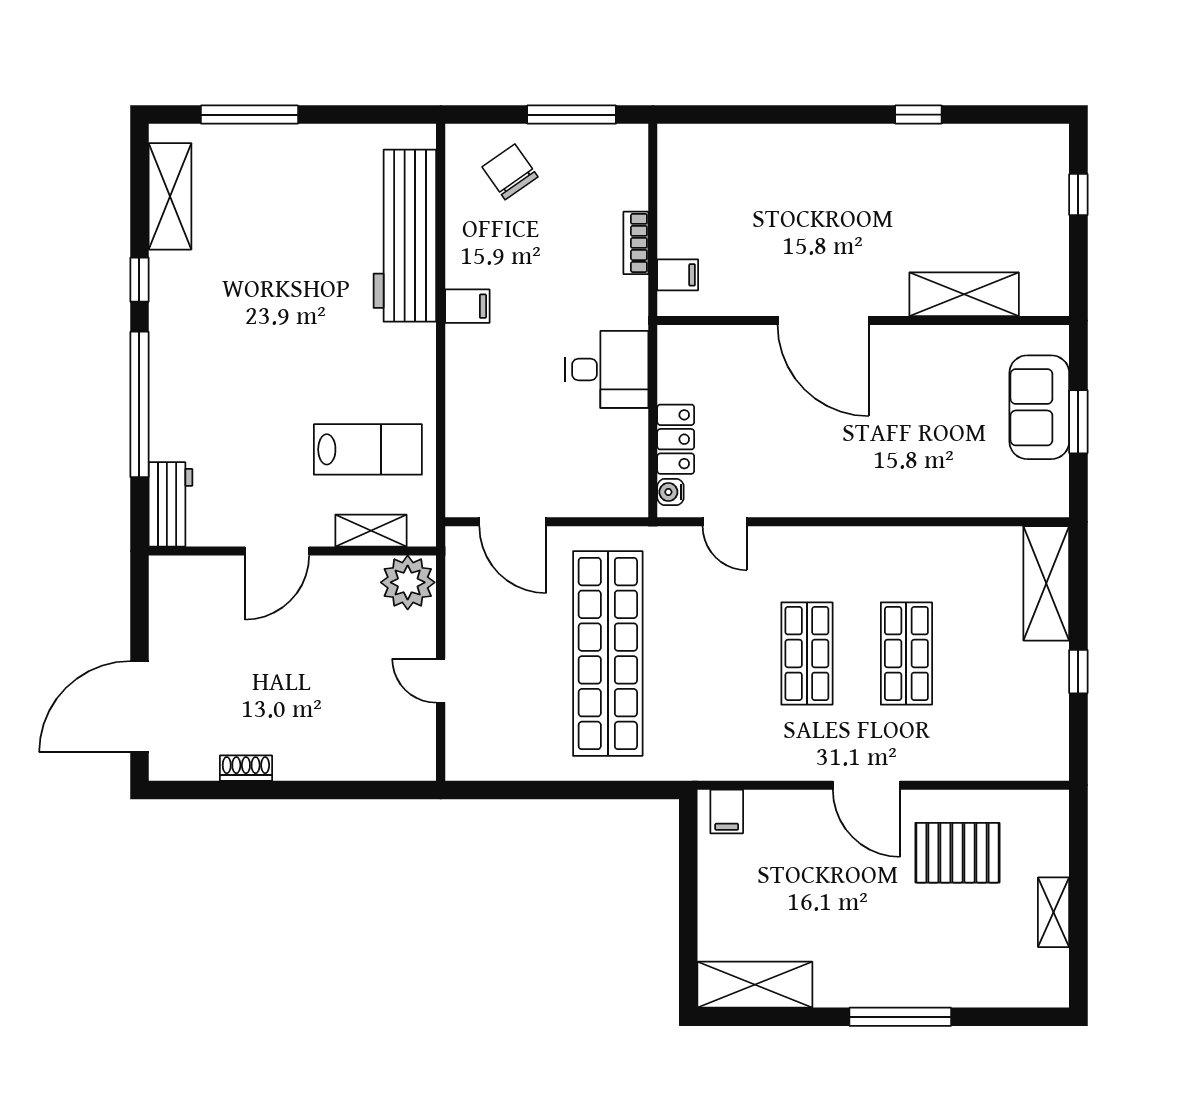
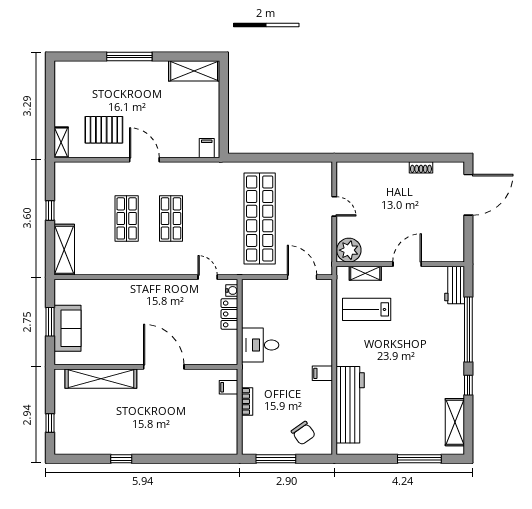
shelving: (964, 294) -> (101, 379), width x1.47
shelving: (1054, 912) -> (61, 142), moved

